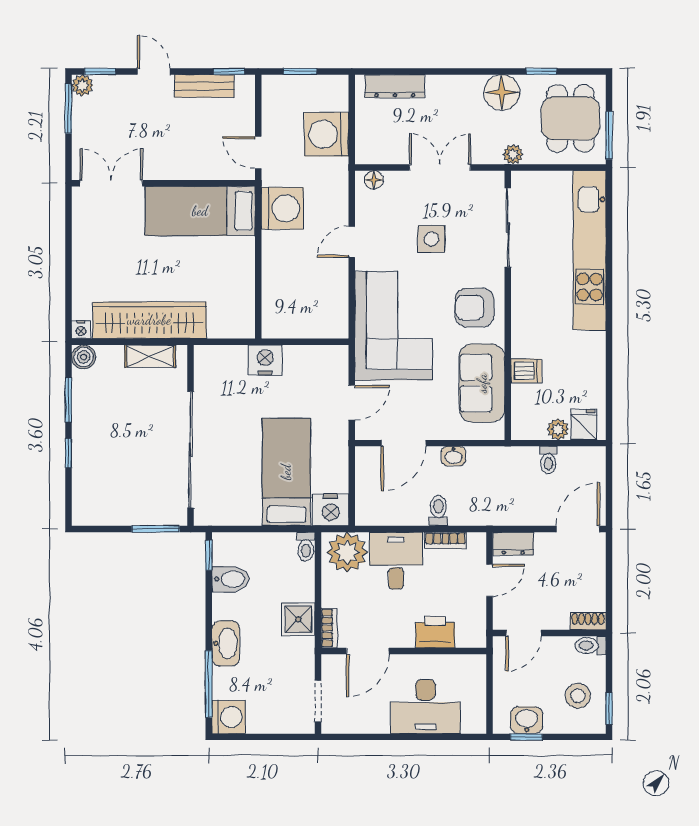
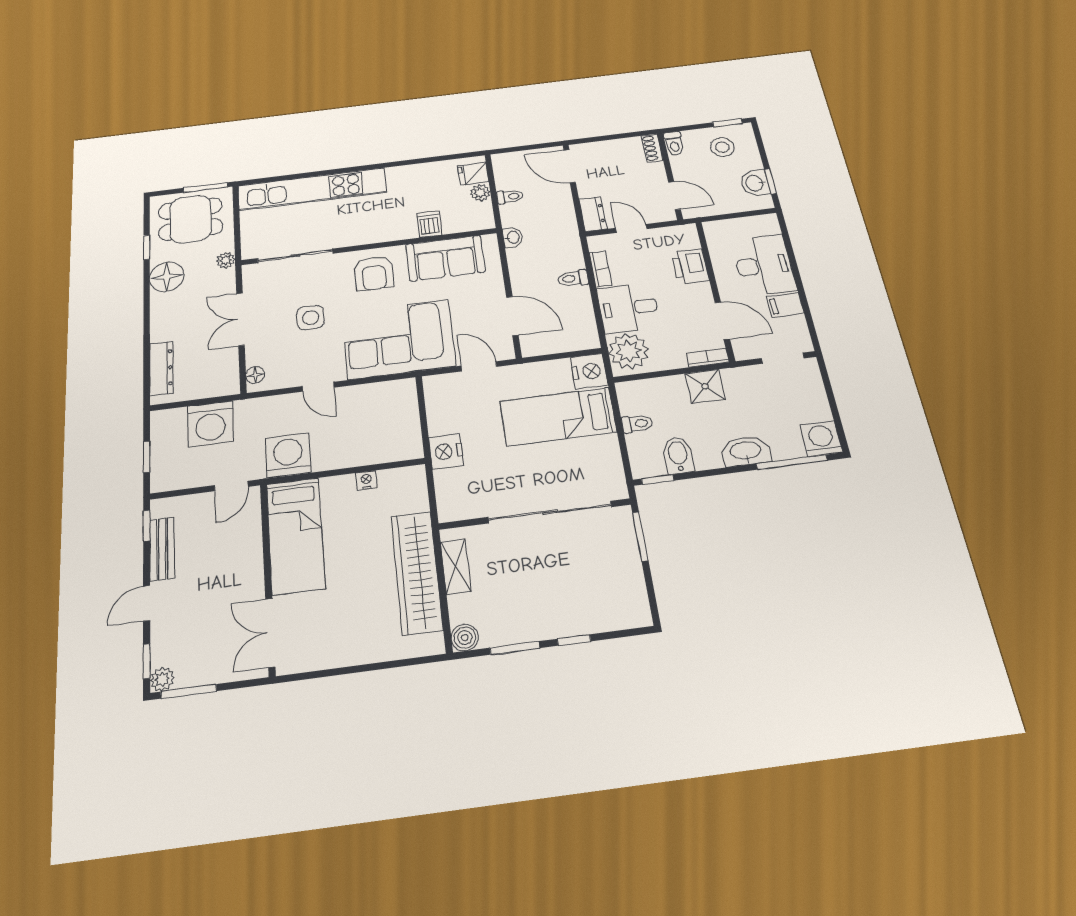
nightstand: (81, 330) -> (366, 480), moved, turned -90
washbasin: (454, 456) -> (513, 237), moved
toilet: (306, 547) -> (637, 424), moved
filing cabinet: (376, 717) -> (785, 305), added

